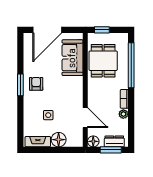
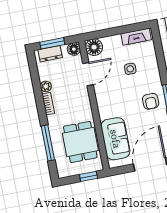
window: (131, 65) -> (48, 143), width x0.68
door: (85, 118) -> (88, 74), swing flipped
floor lamp: (59, 140) -> (94, 47), moved

